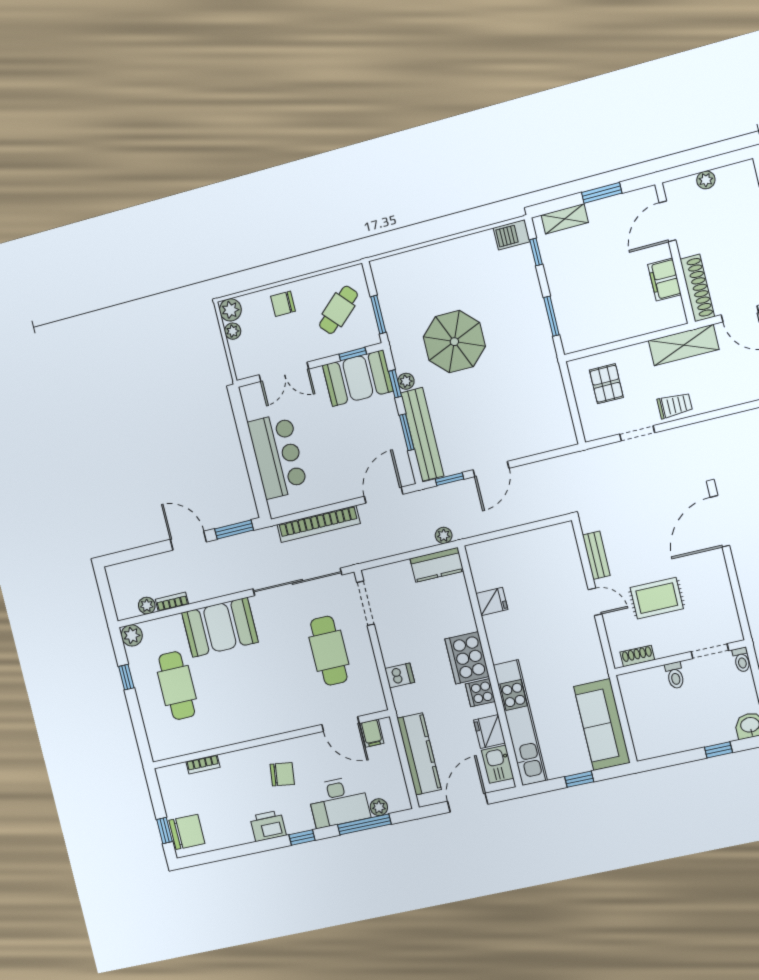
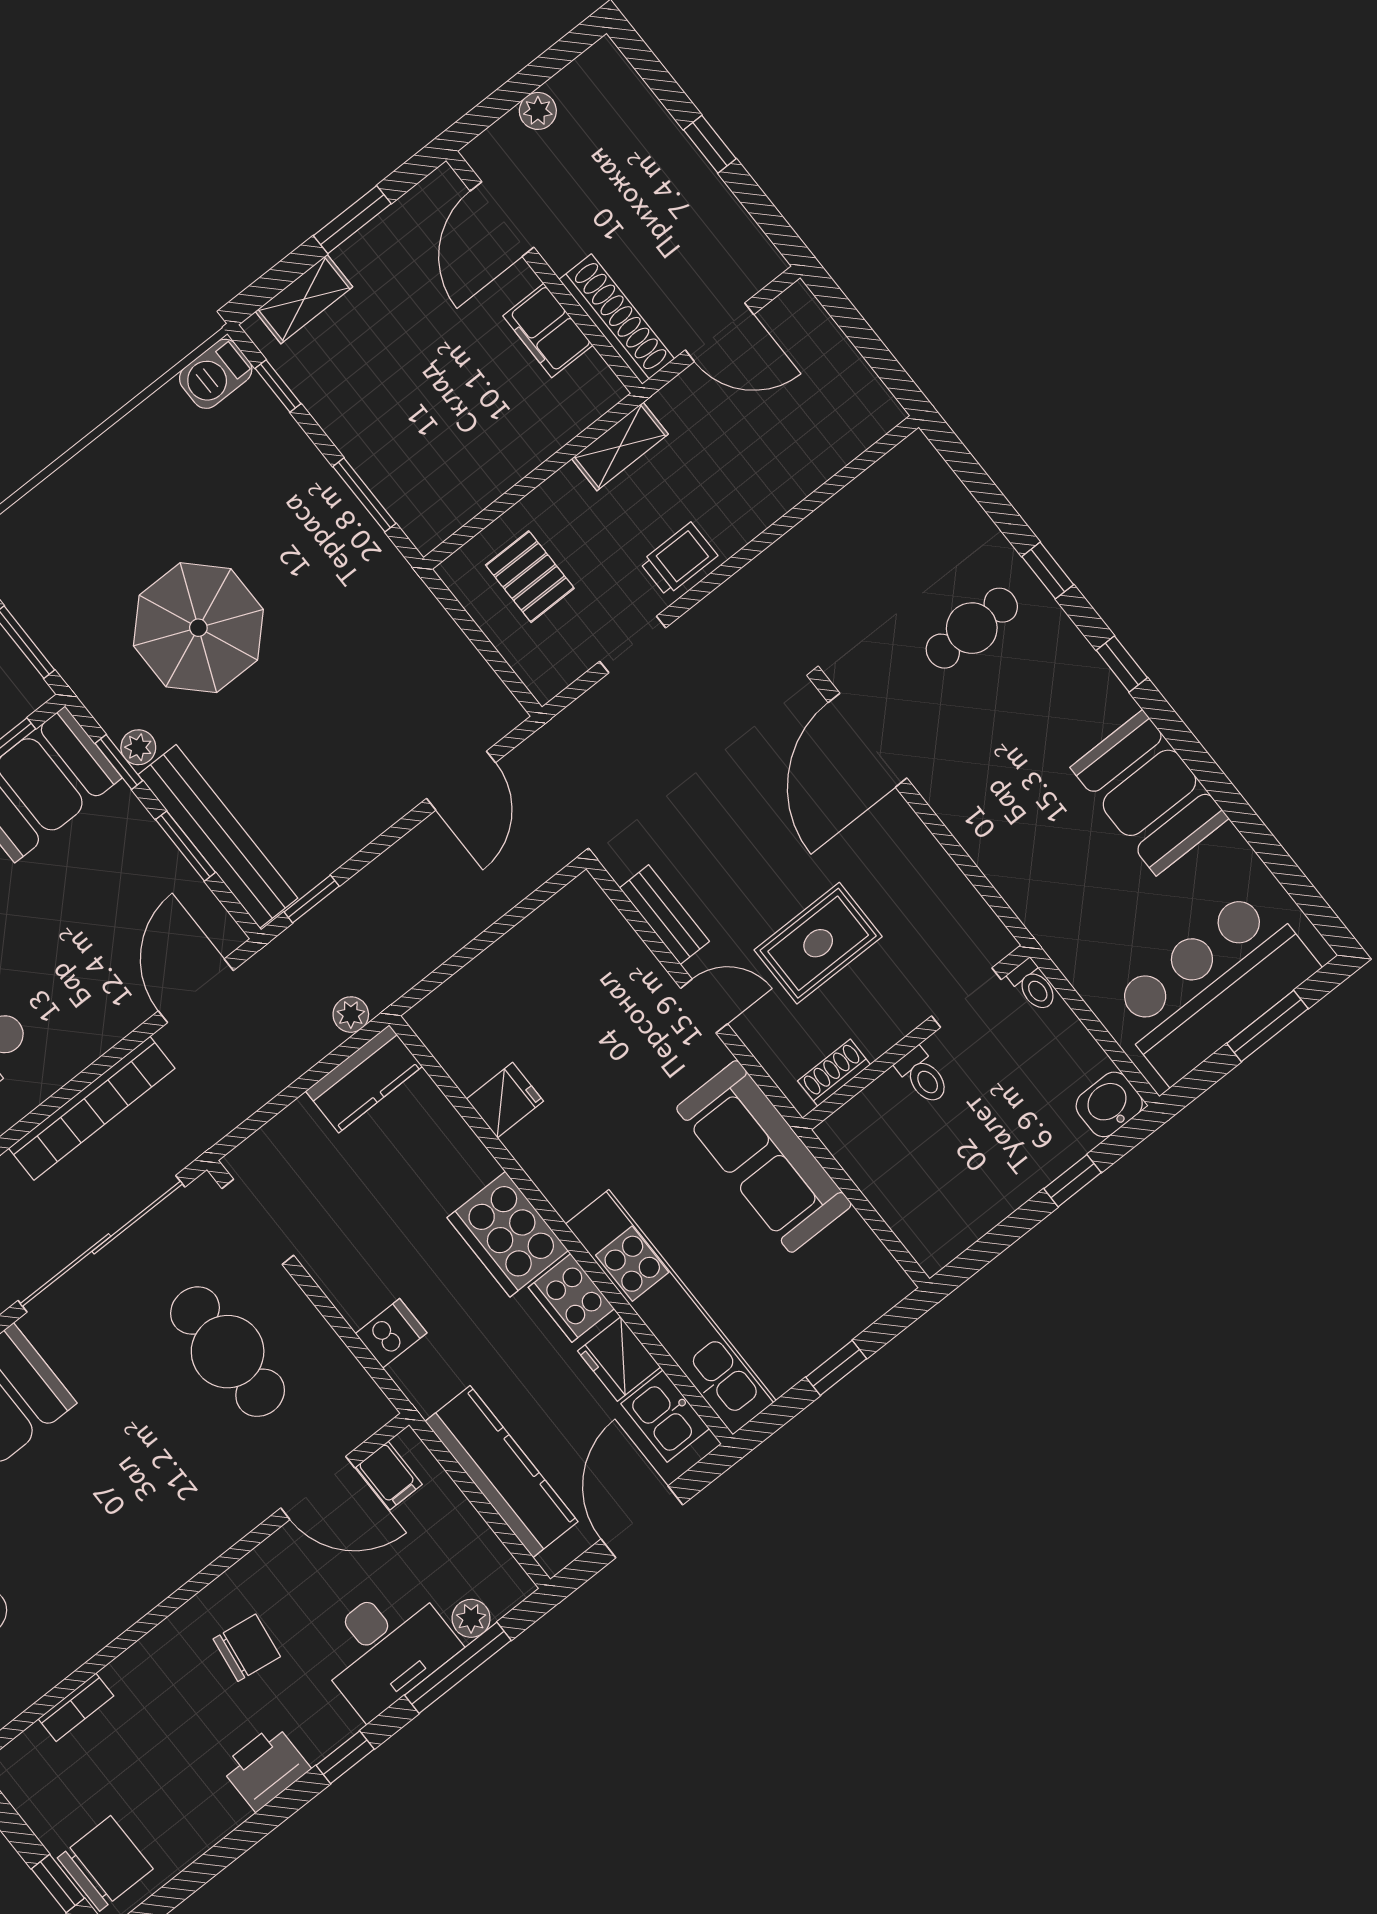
shelving: (684, 345) -> (620, 446), width x0.67, depth x0.75
door: (491, 469) -> (461, 781), moved
cooker: (480, 693) -> (571, 1298), width x1.36
sofa: (602, 725) -> (764, 1156), moved

